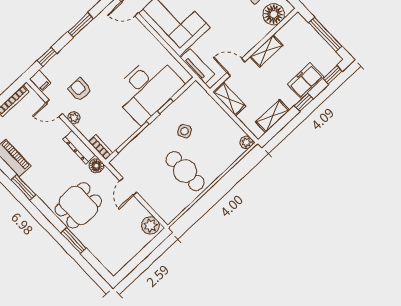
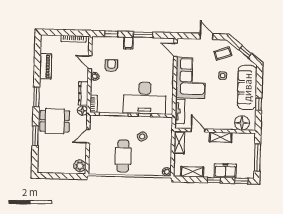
filing cabinet: (40, 81) -> (128, 43), moved
window: (23, 187) -> (36, 97), moved

